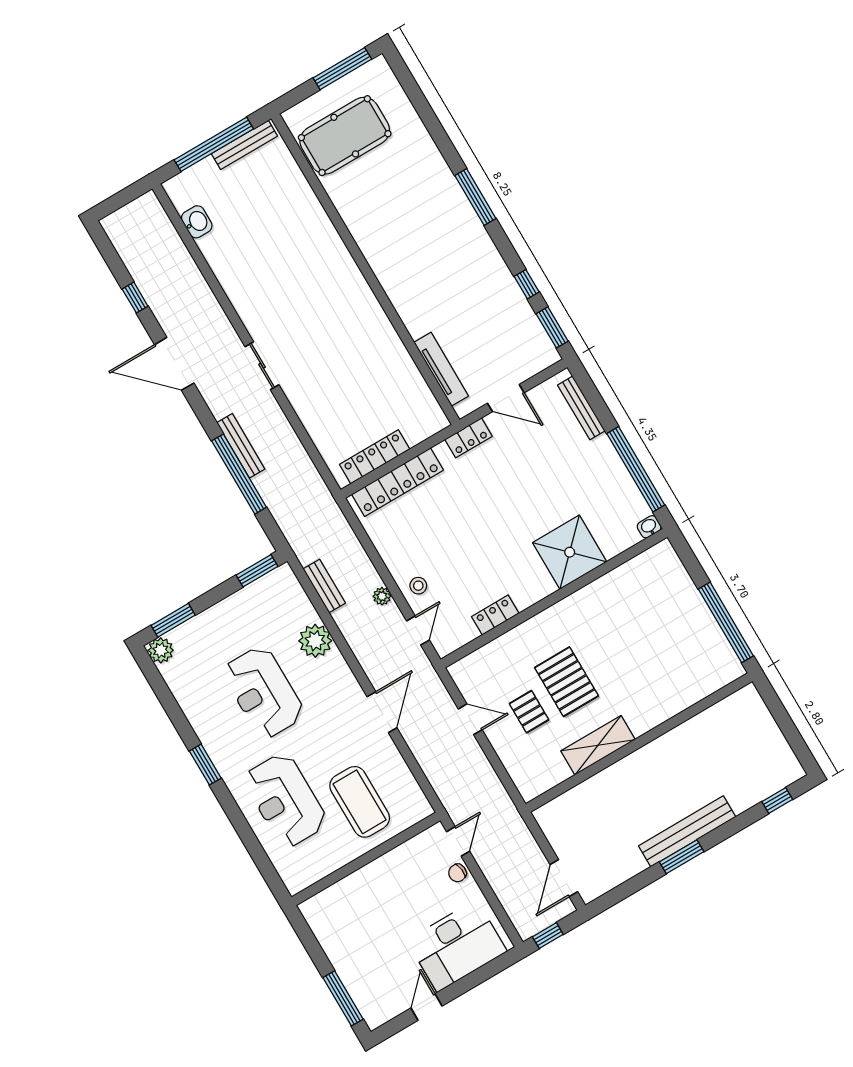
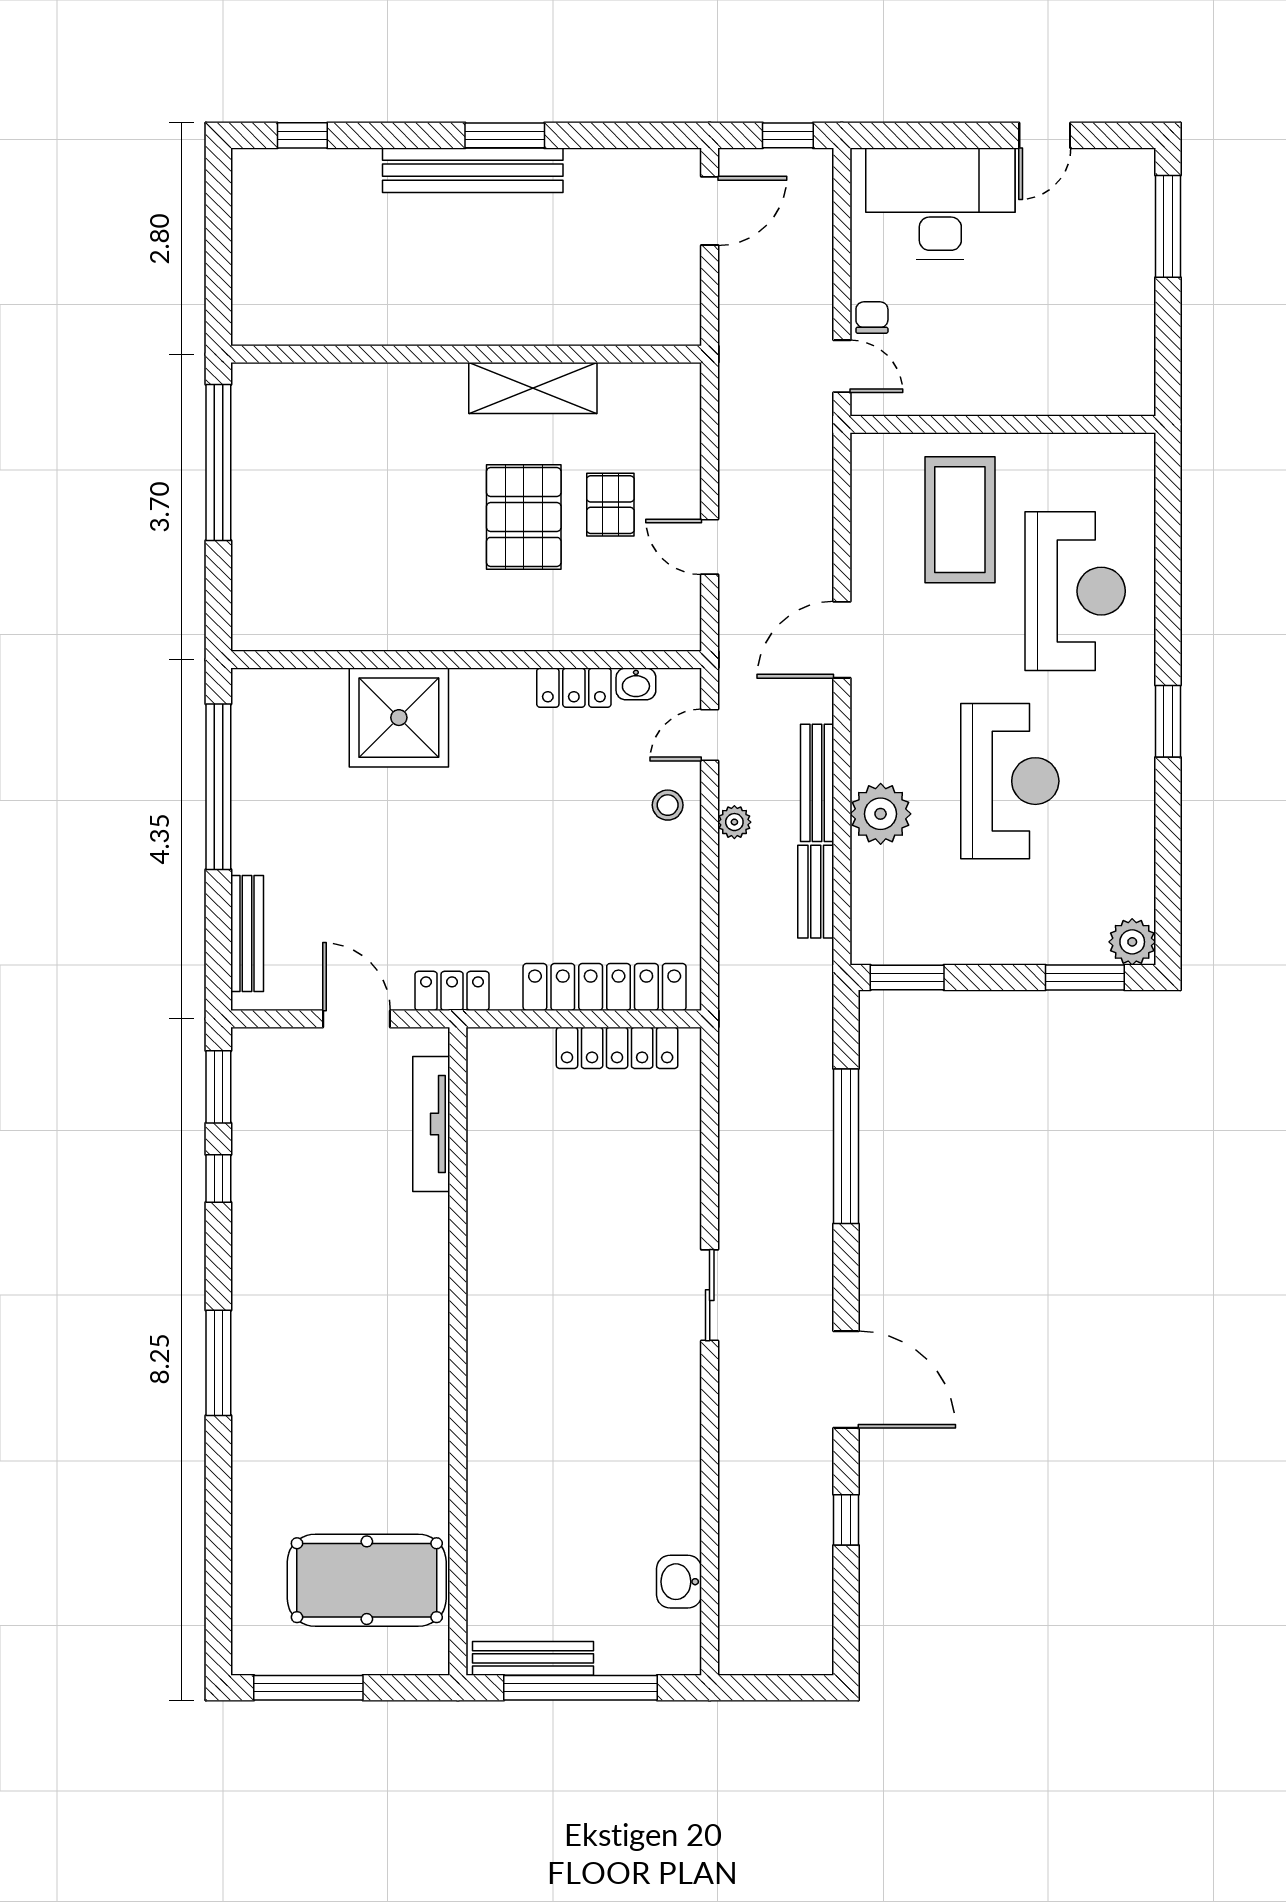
bench: (241, 446) -> (817, 783), moved
washbasin: (649, 527) -> (636, 684), moved
door: (458, 841) -> (842, 366), swing flipped
chair: (457, 873) -> (872, 318), turned -83

